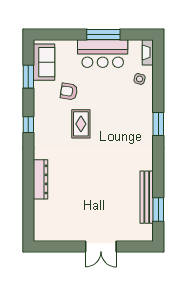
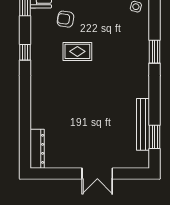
rug: (81, 124) -> (77, 51), turned 90
dresser: (41, 179) -> (37, 149), moved

